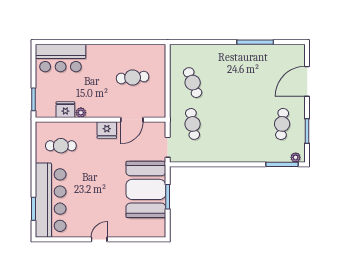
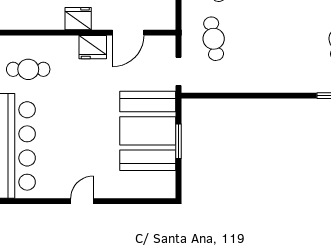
fridge: (65, 110) -> (78, 19), moved
plant: (81, 113) -> (56, 23), removed

